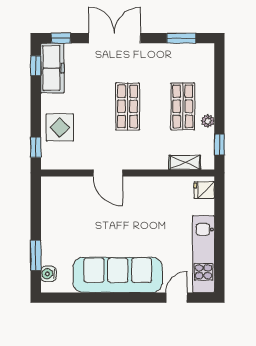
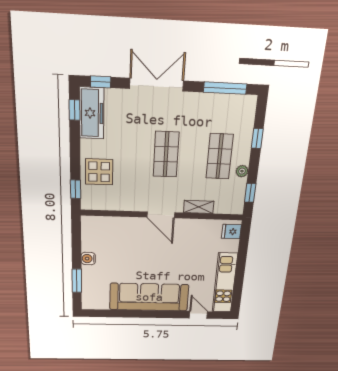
window: (181, 38) -> (225, 88), width x1.44
window: (219, 86) -> (257, 138), added
shelving: (185, 162) -> (199, 207), moved
door: (108, 173) -> (161, 215), moved
water cooler: (48, 274) -> (88, 259), moved
door: (177, 298) -> (198, 315), hinge flipped

